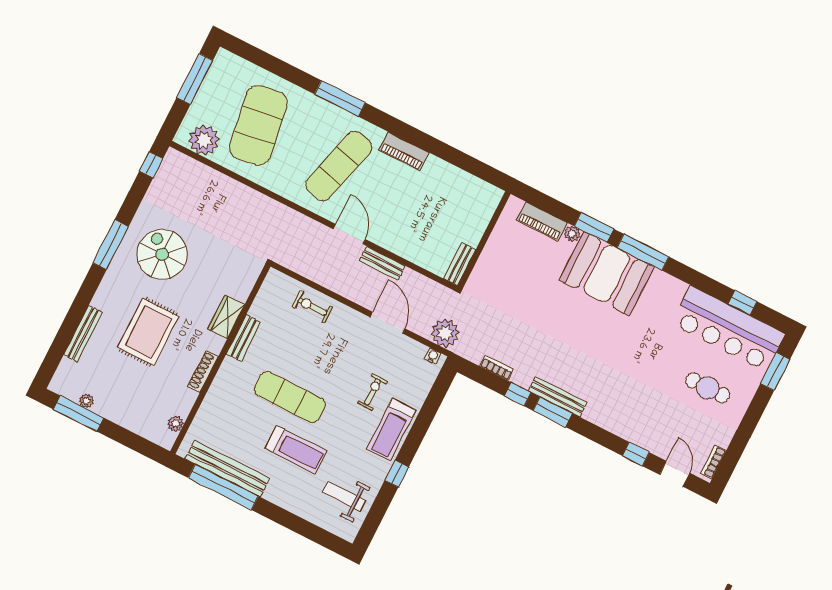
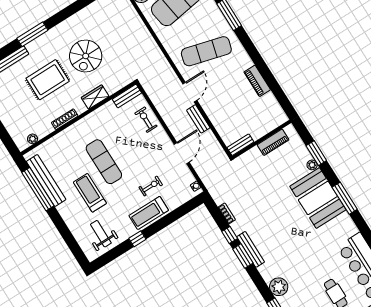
piano: (404, 151) -> (257, 81), moved
piano: (542, 221) -> (273, 142), moved, turned -90
window: (594, 227) -> (316, 153), moved
window: (111, 245) -> (32, 34), moved
spiral stairs: (162, 254) -> (86, 56), moved, turned 180
plant: (445, 333) -> (279, 287), moved
bench: (244, 338) -> (127, 96), moved
treadmill: (296, 450) -> (90, 193), turned 180

